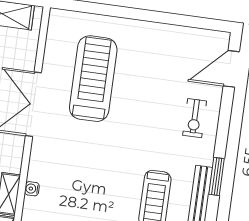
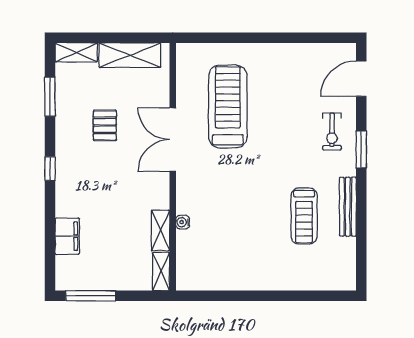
window: (217, 177) -> (361, 149), moved

